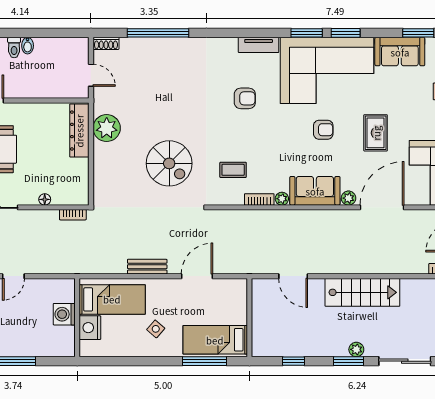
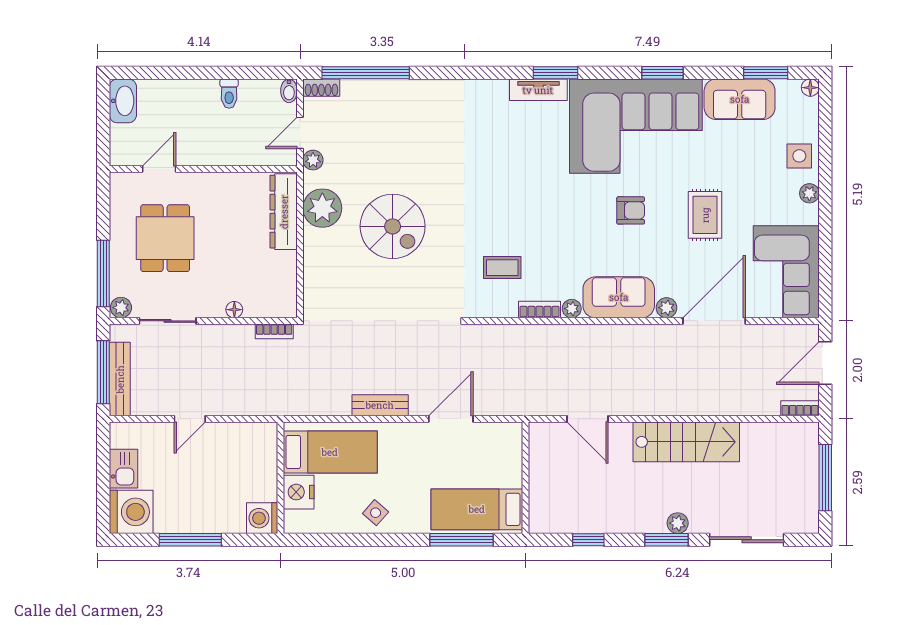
window: (158, 33) -> (366, 73), moved
window: (307, 33) -> (556, 73), moved
bidet: (28, 46) -> (289, 91), moved
toilet: (14, 48) -> (229, 94), moved
door: (91, 75) -> (300, 133), swing flipped
plant: (100, 94) -> (313, 160), added
armchair: (245, 98) -> (519, 166), removed
spiral stairs: (169, 163) -> (393, 226), moved
washing machine: (64, 314) -> (262, 518), moved
side table: (156, 329) -> (376, 513), moved

